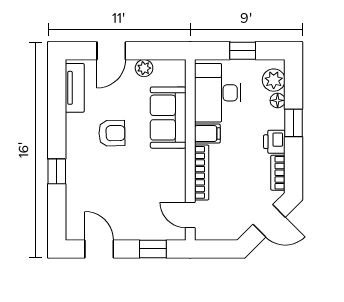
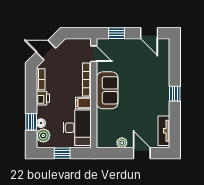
door: (111, 51) -> (142, 153), hinge flipped
sofa: (168, 118) -> (107, 90), moved
window: (294, 123) -> (31, 122), moved
armchair: (112, 133) -> (141, 103), removed
window: (57, 171) -> (175, 94), moved

